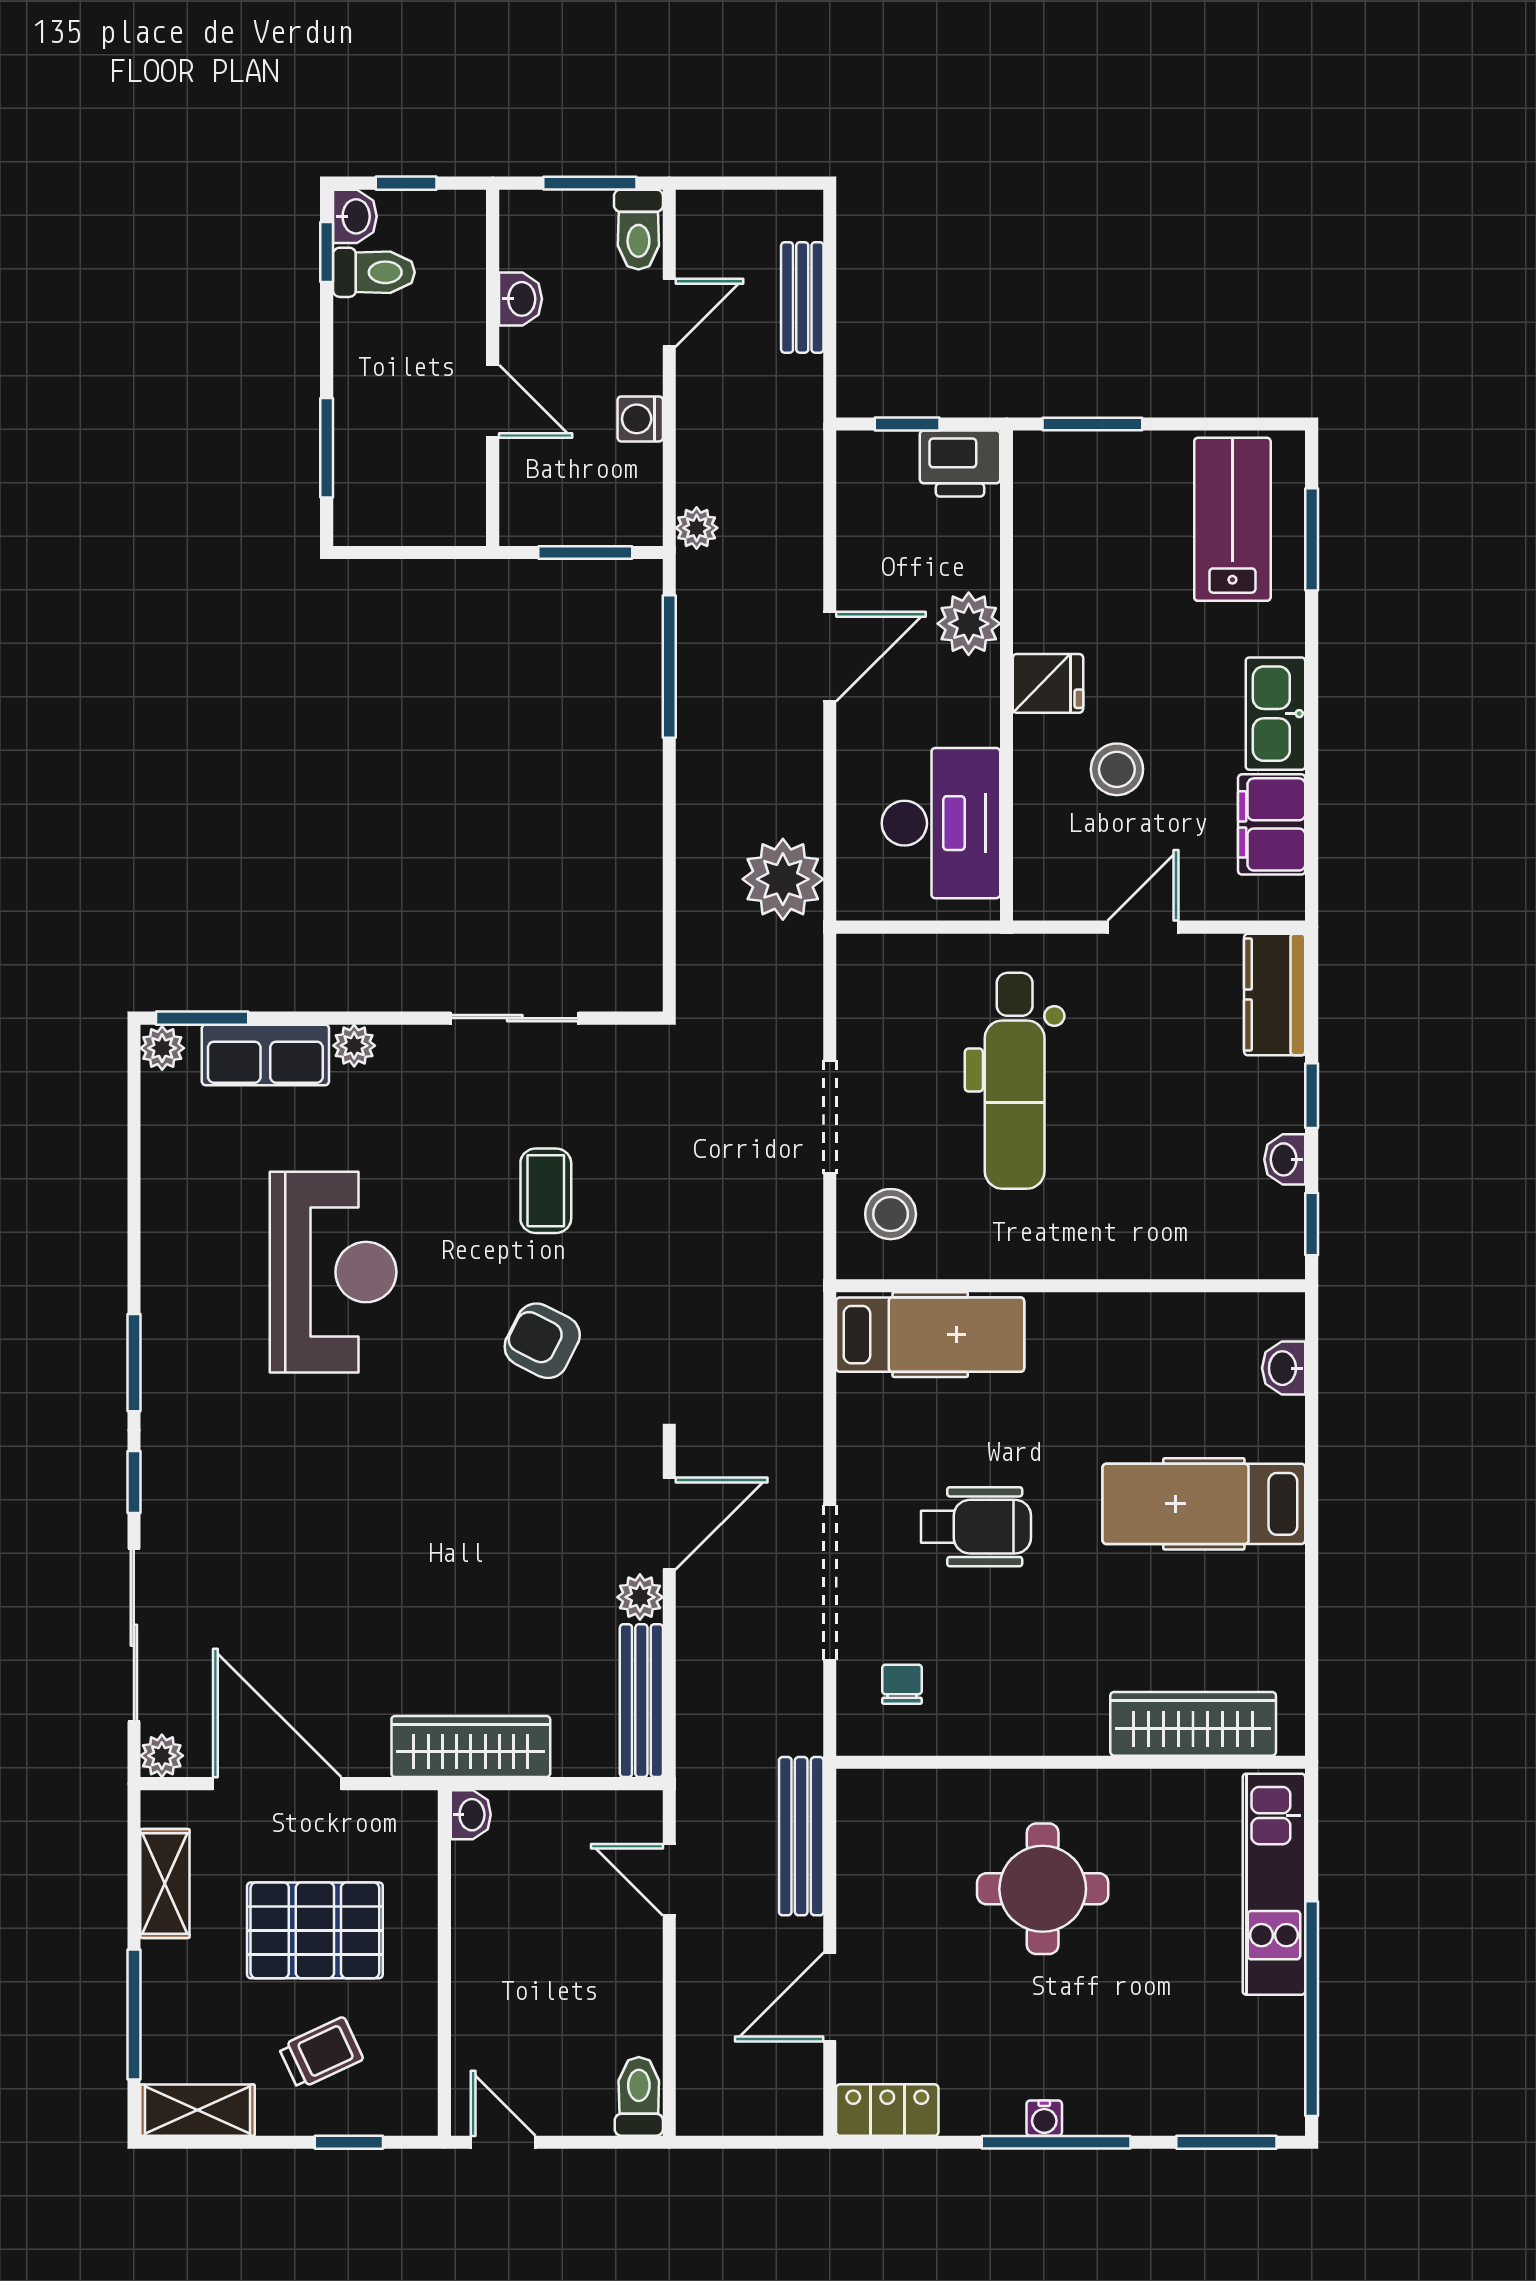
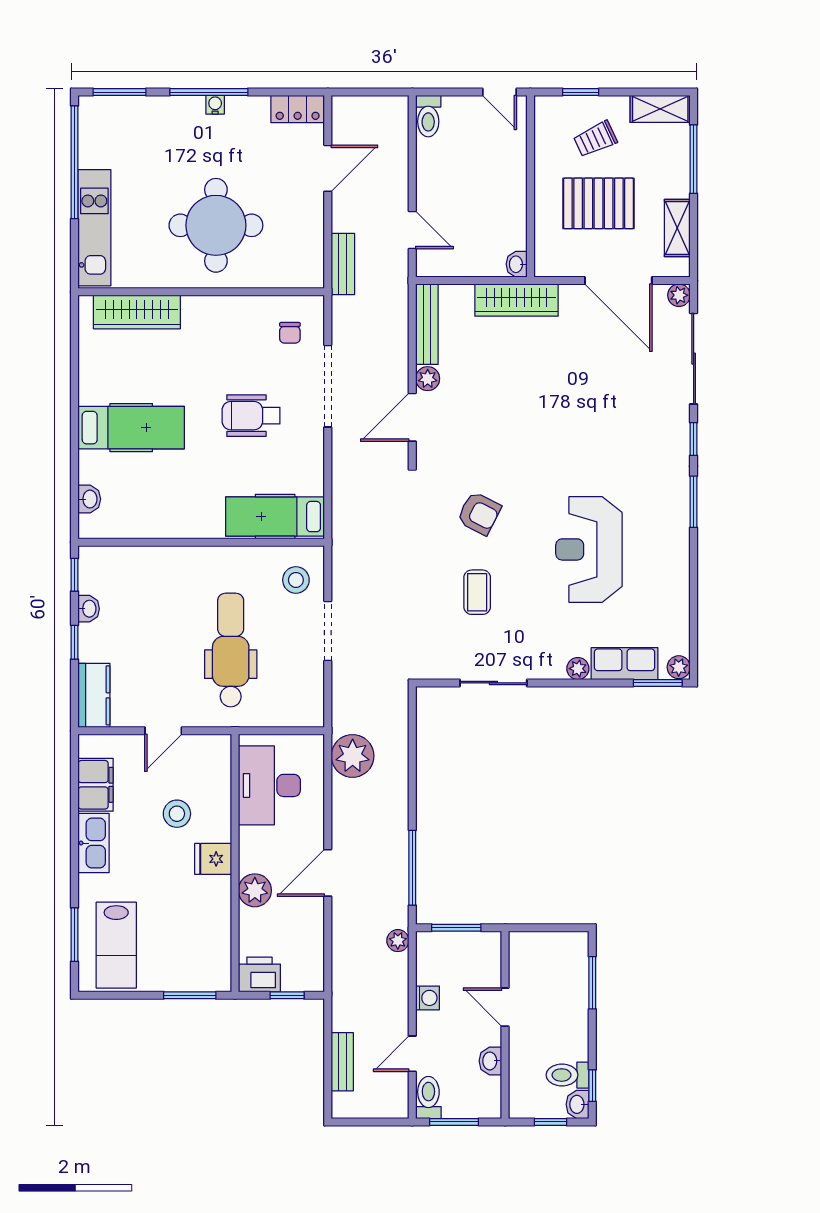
bench: (801, 1836) -> (343, 264), width x0.73
round table: (1043, 1889) -> (216, 225), width x1.36, depth x1.36

